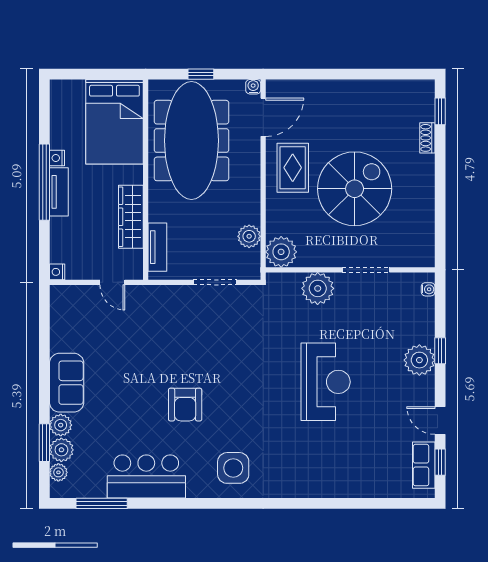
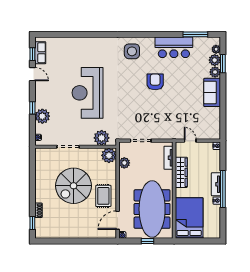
plant: (318, 288) -> (102, 138), moved
plant: (419, 360) -> (42, 116), moved
reception desk: (326, 382) -> (87, 93), width x1.36, depth x1.30

